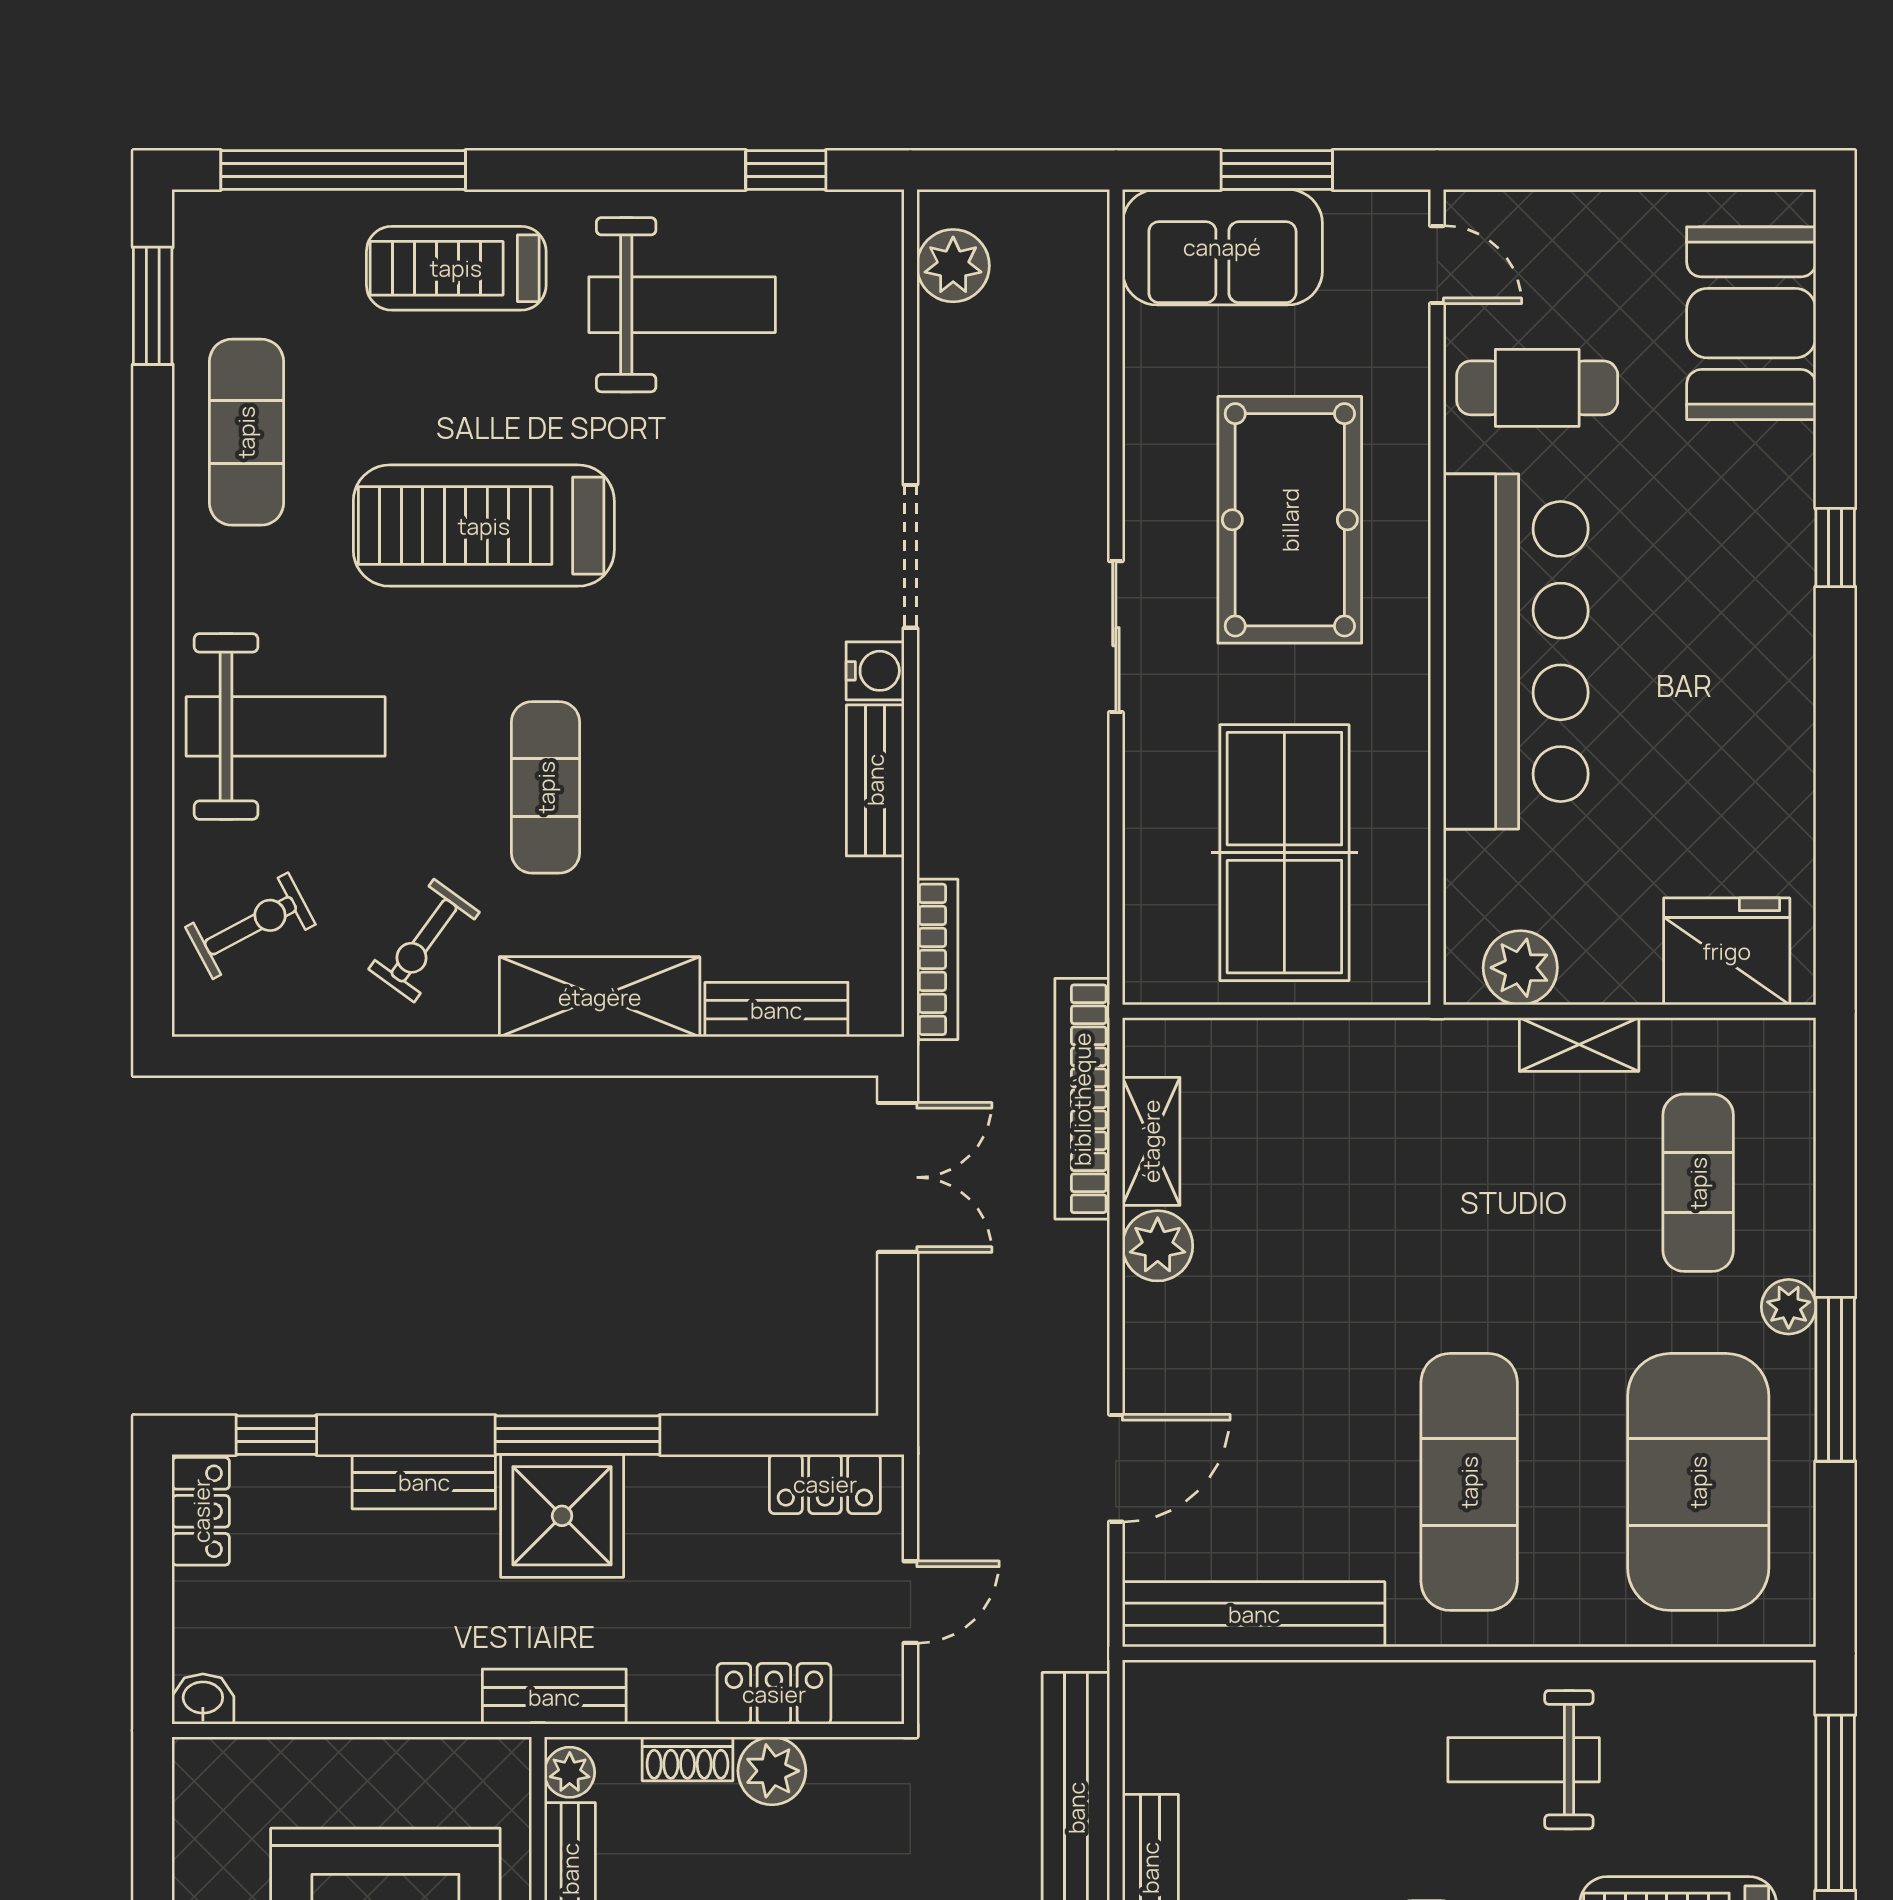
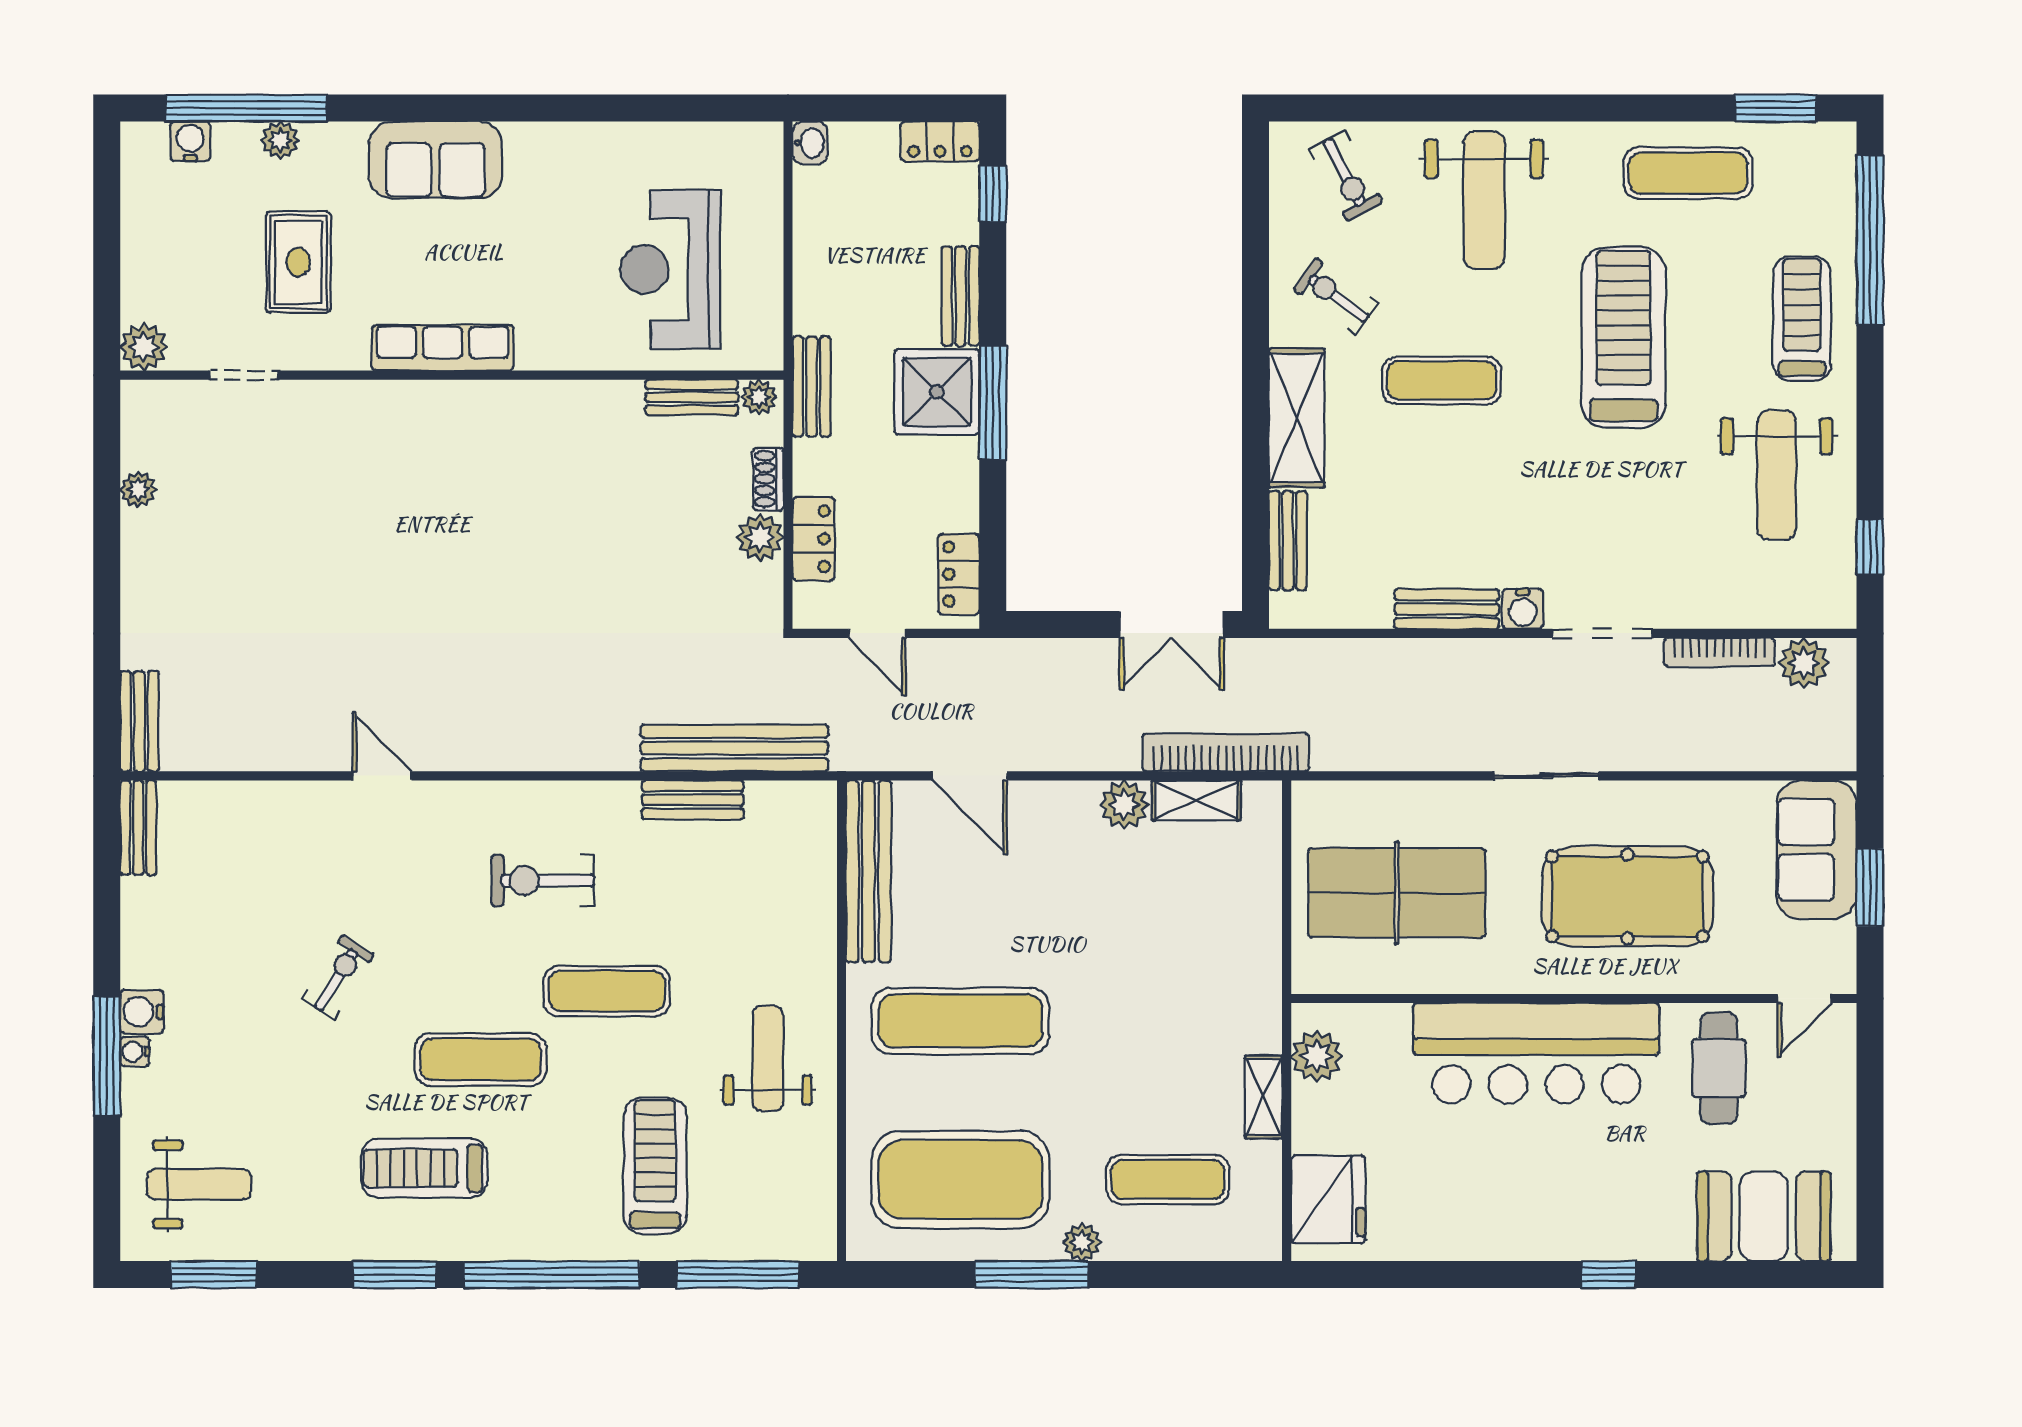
bookcase: (937, 959) -> (1719, 652), moved

